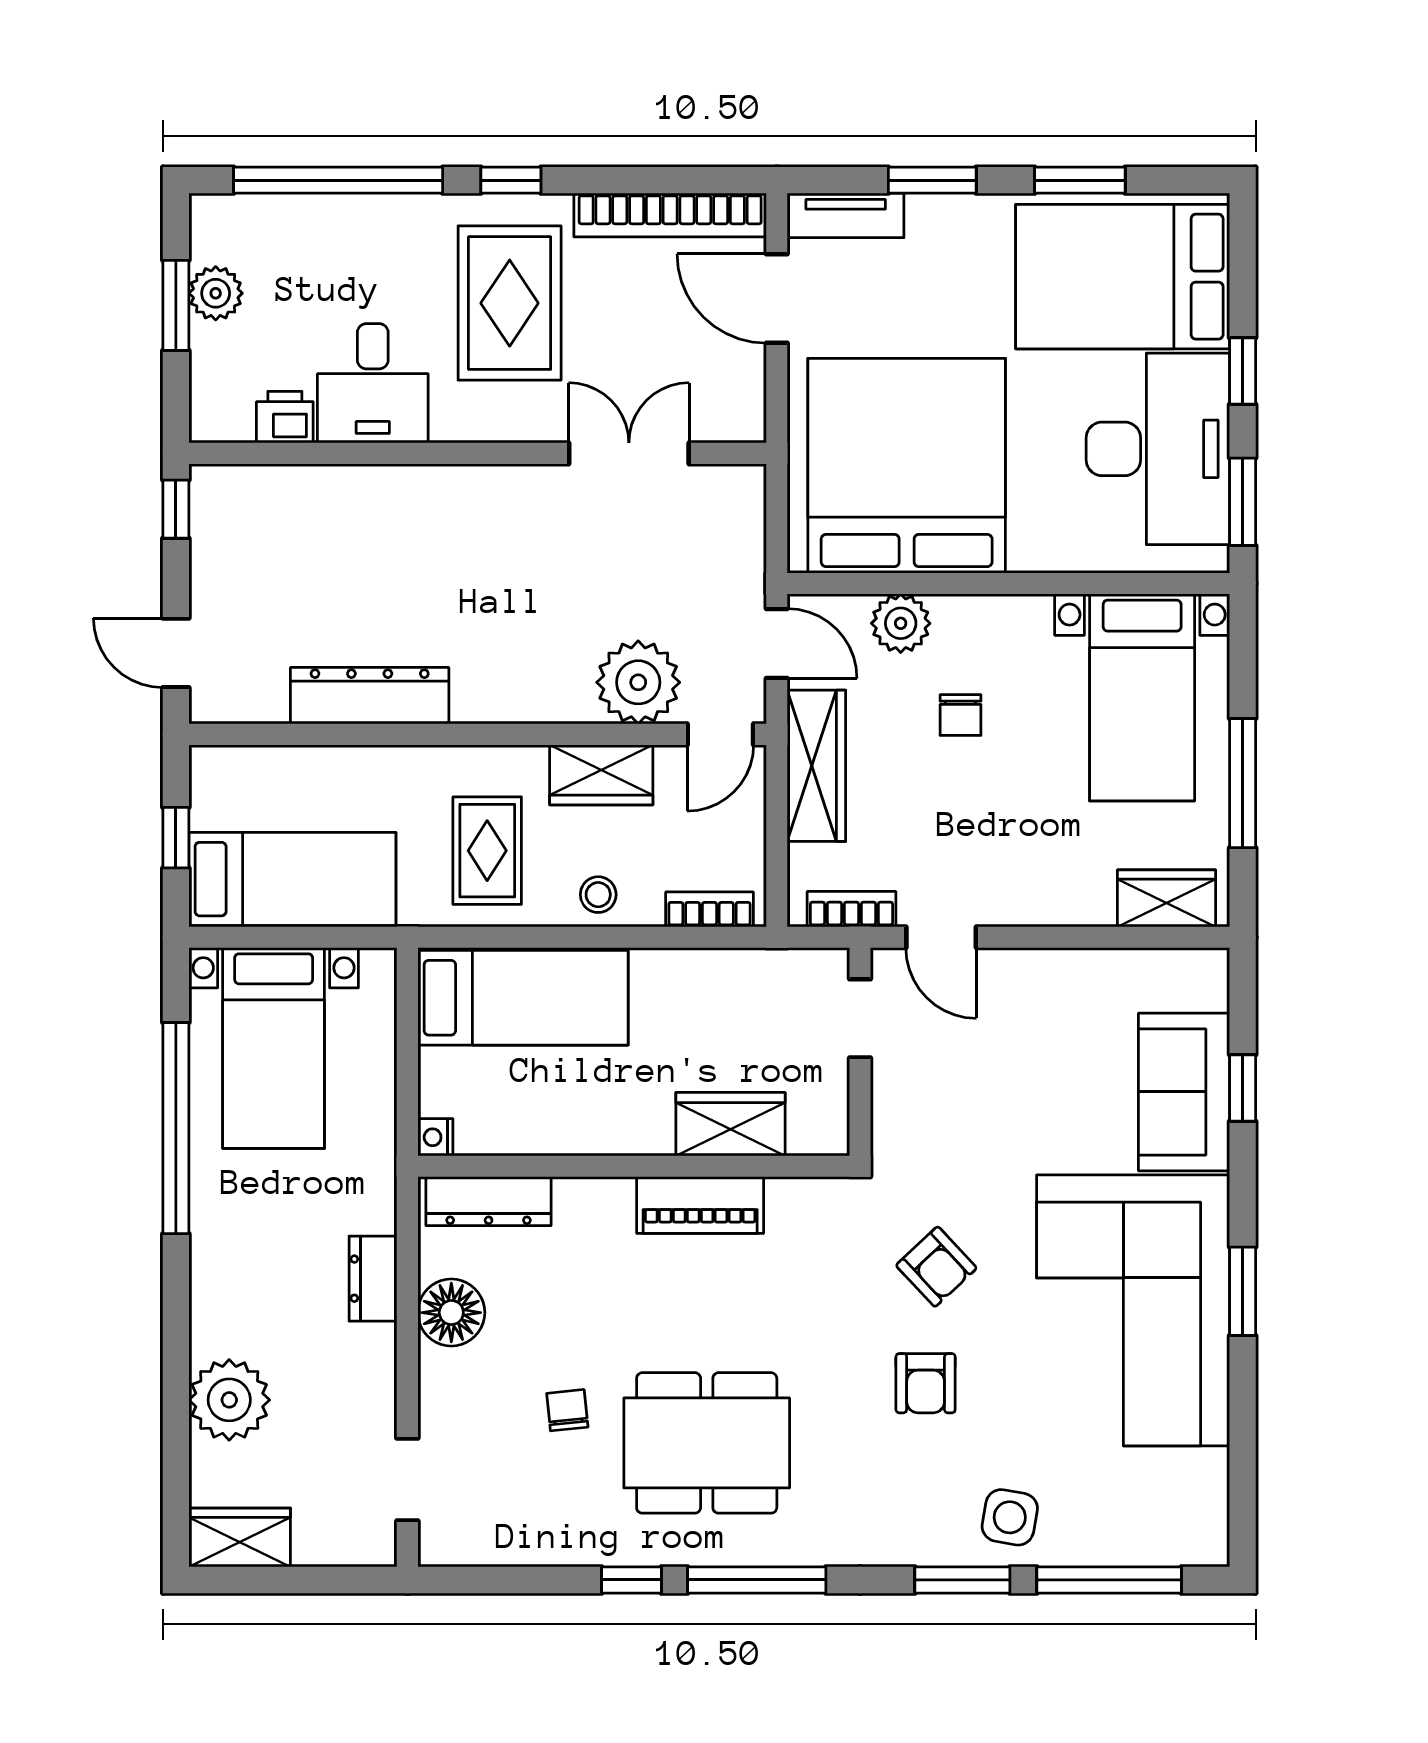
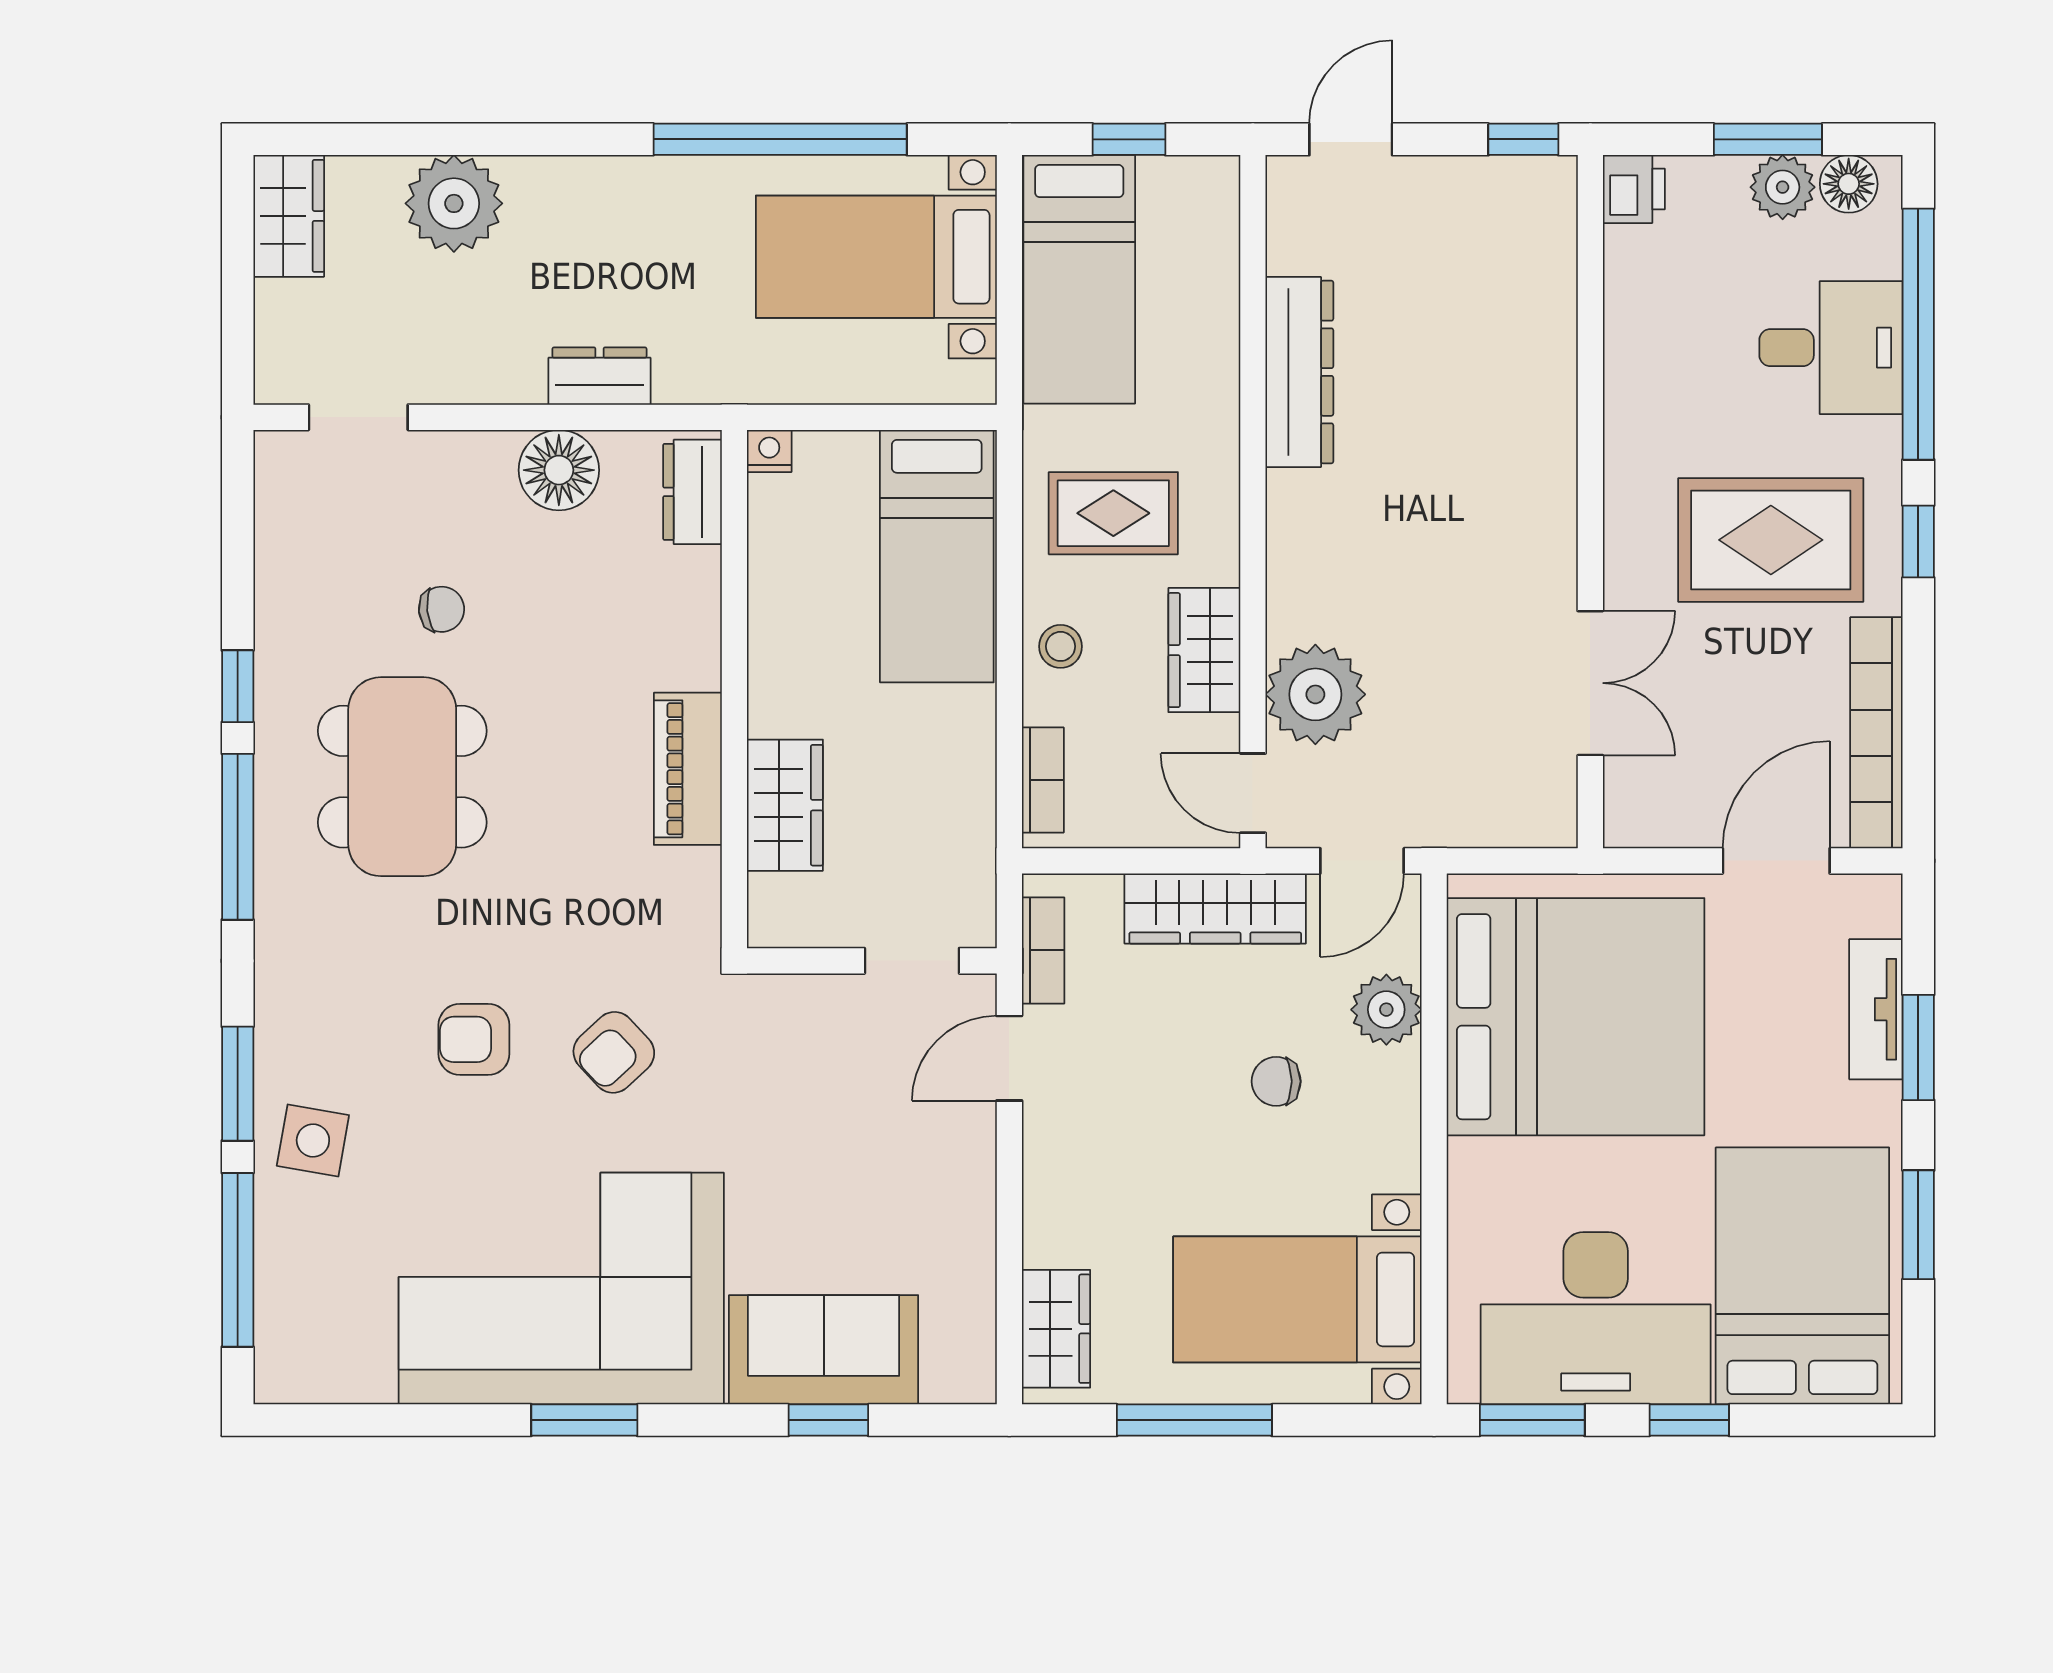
tv unit: (846, 215) -> (1876, 1009), moved
floor lamp: (213, 238) -> (1849, 184), added
desk: (373, 383) -> (1831, 348), moved, turned 180
printer: (285, 417) -> (1634, 189), moved
dresser: (489, 1201) -> (692, 492), width x0.70

